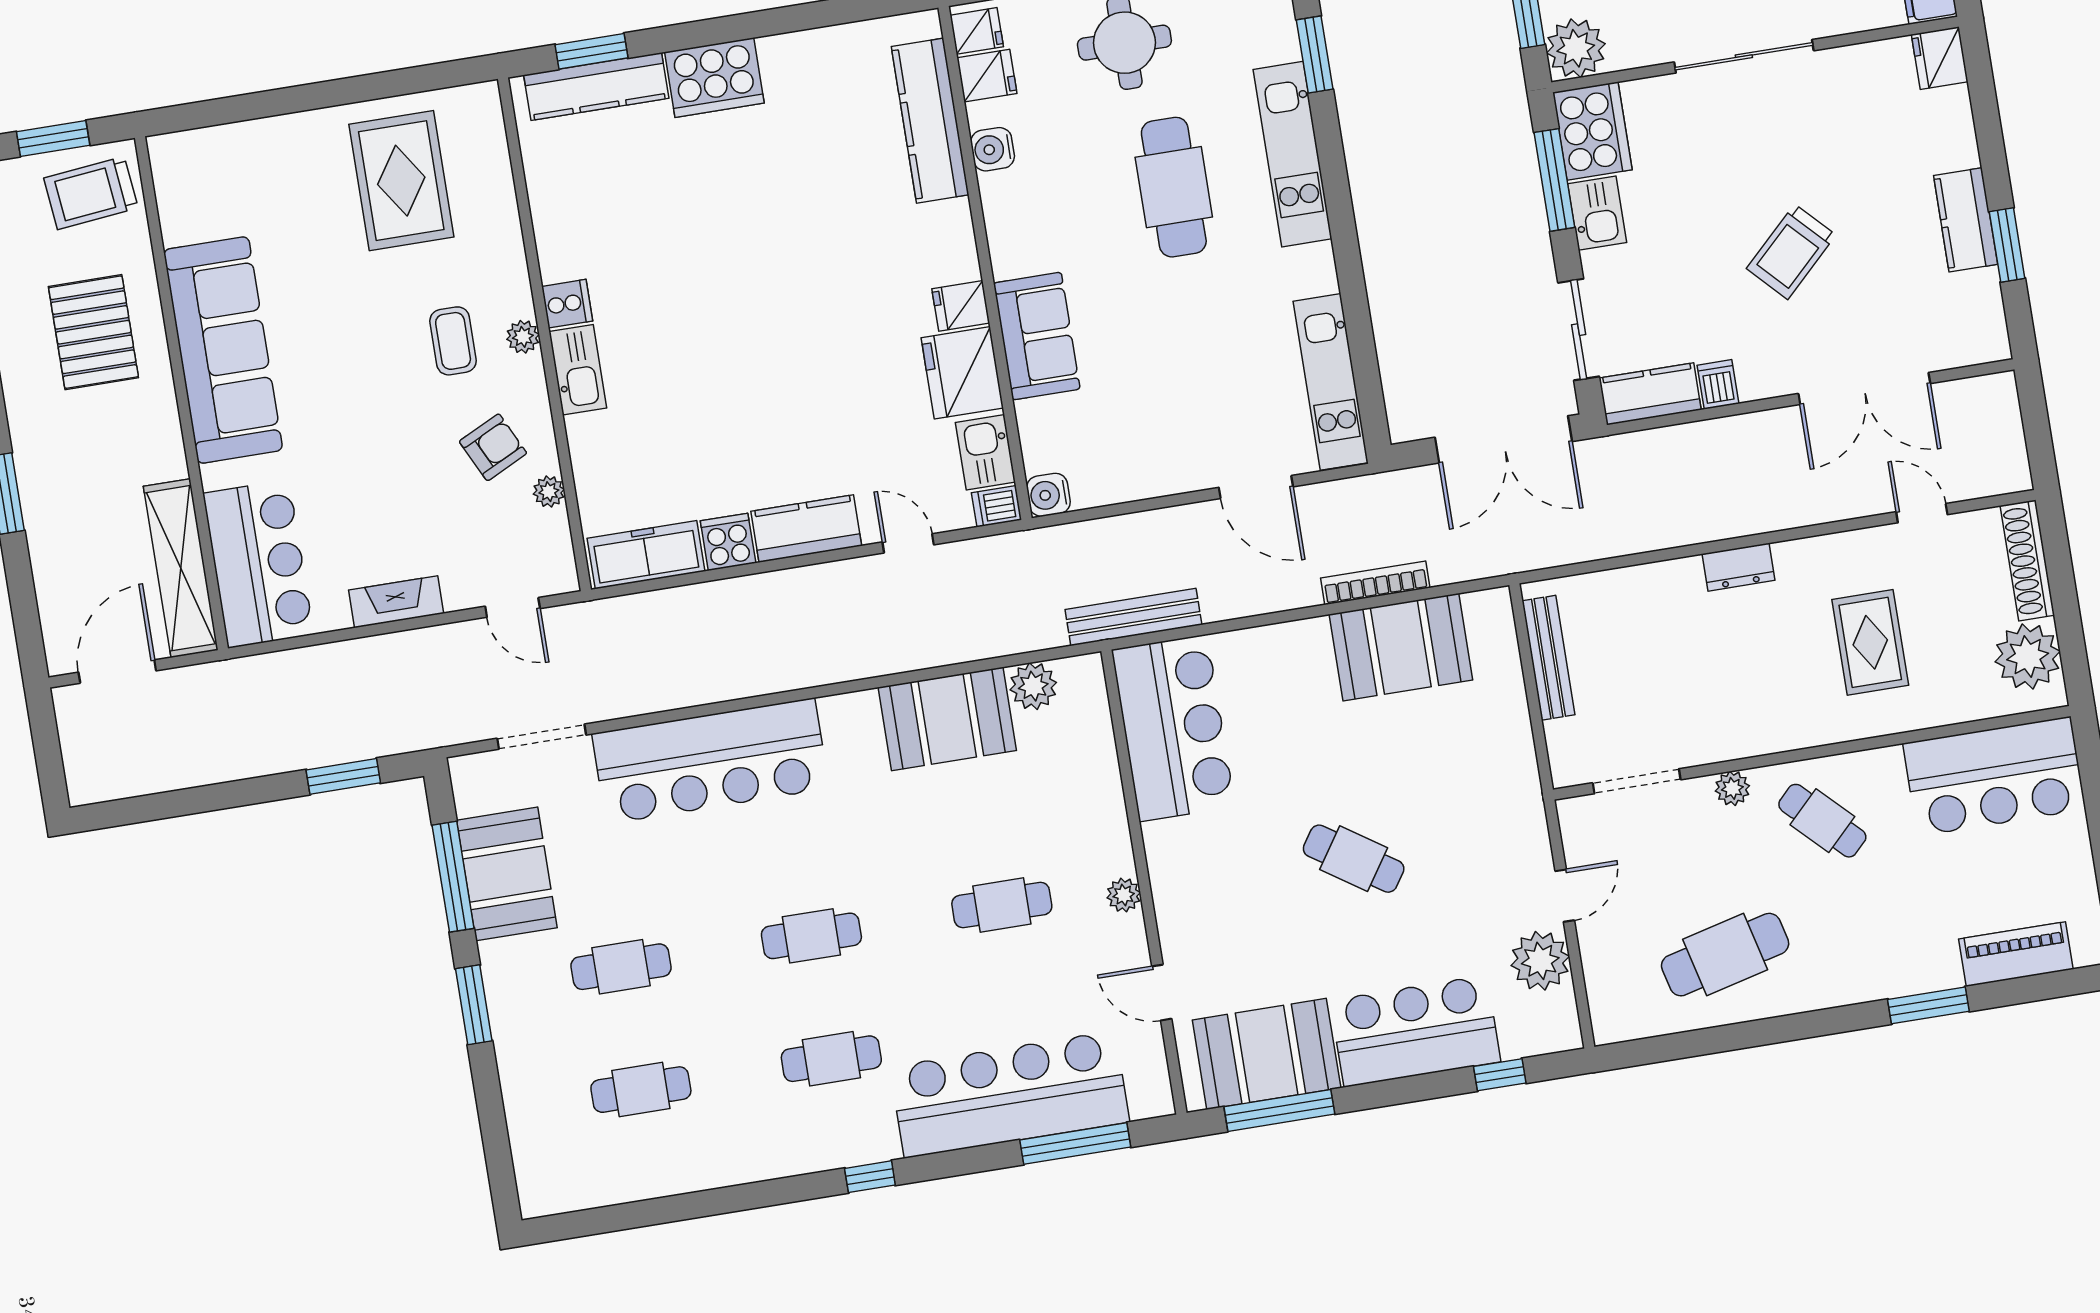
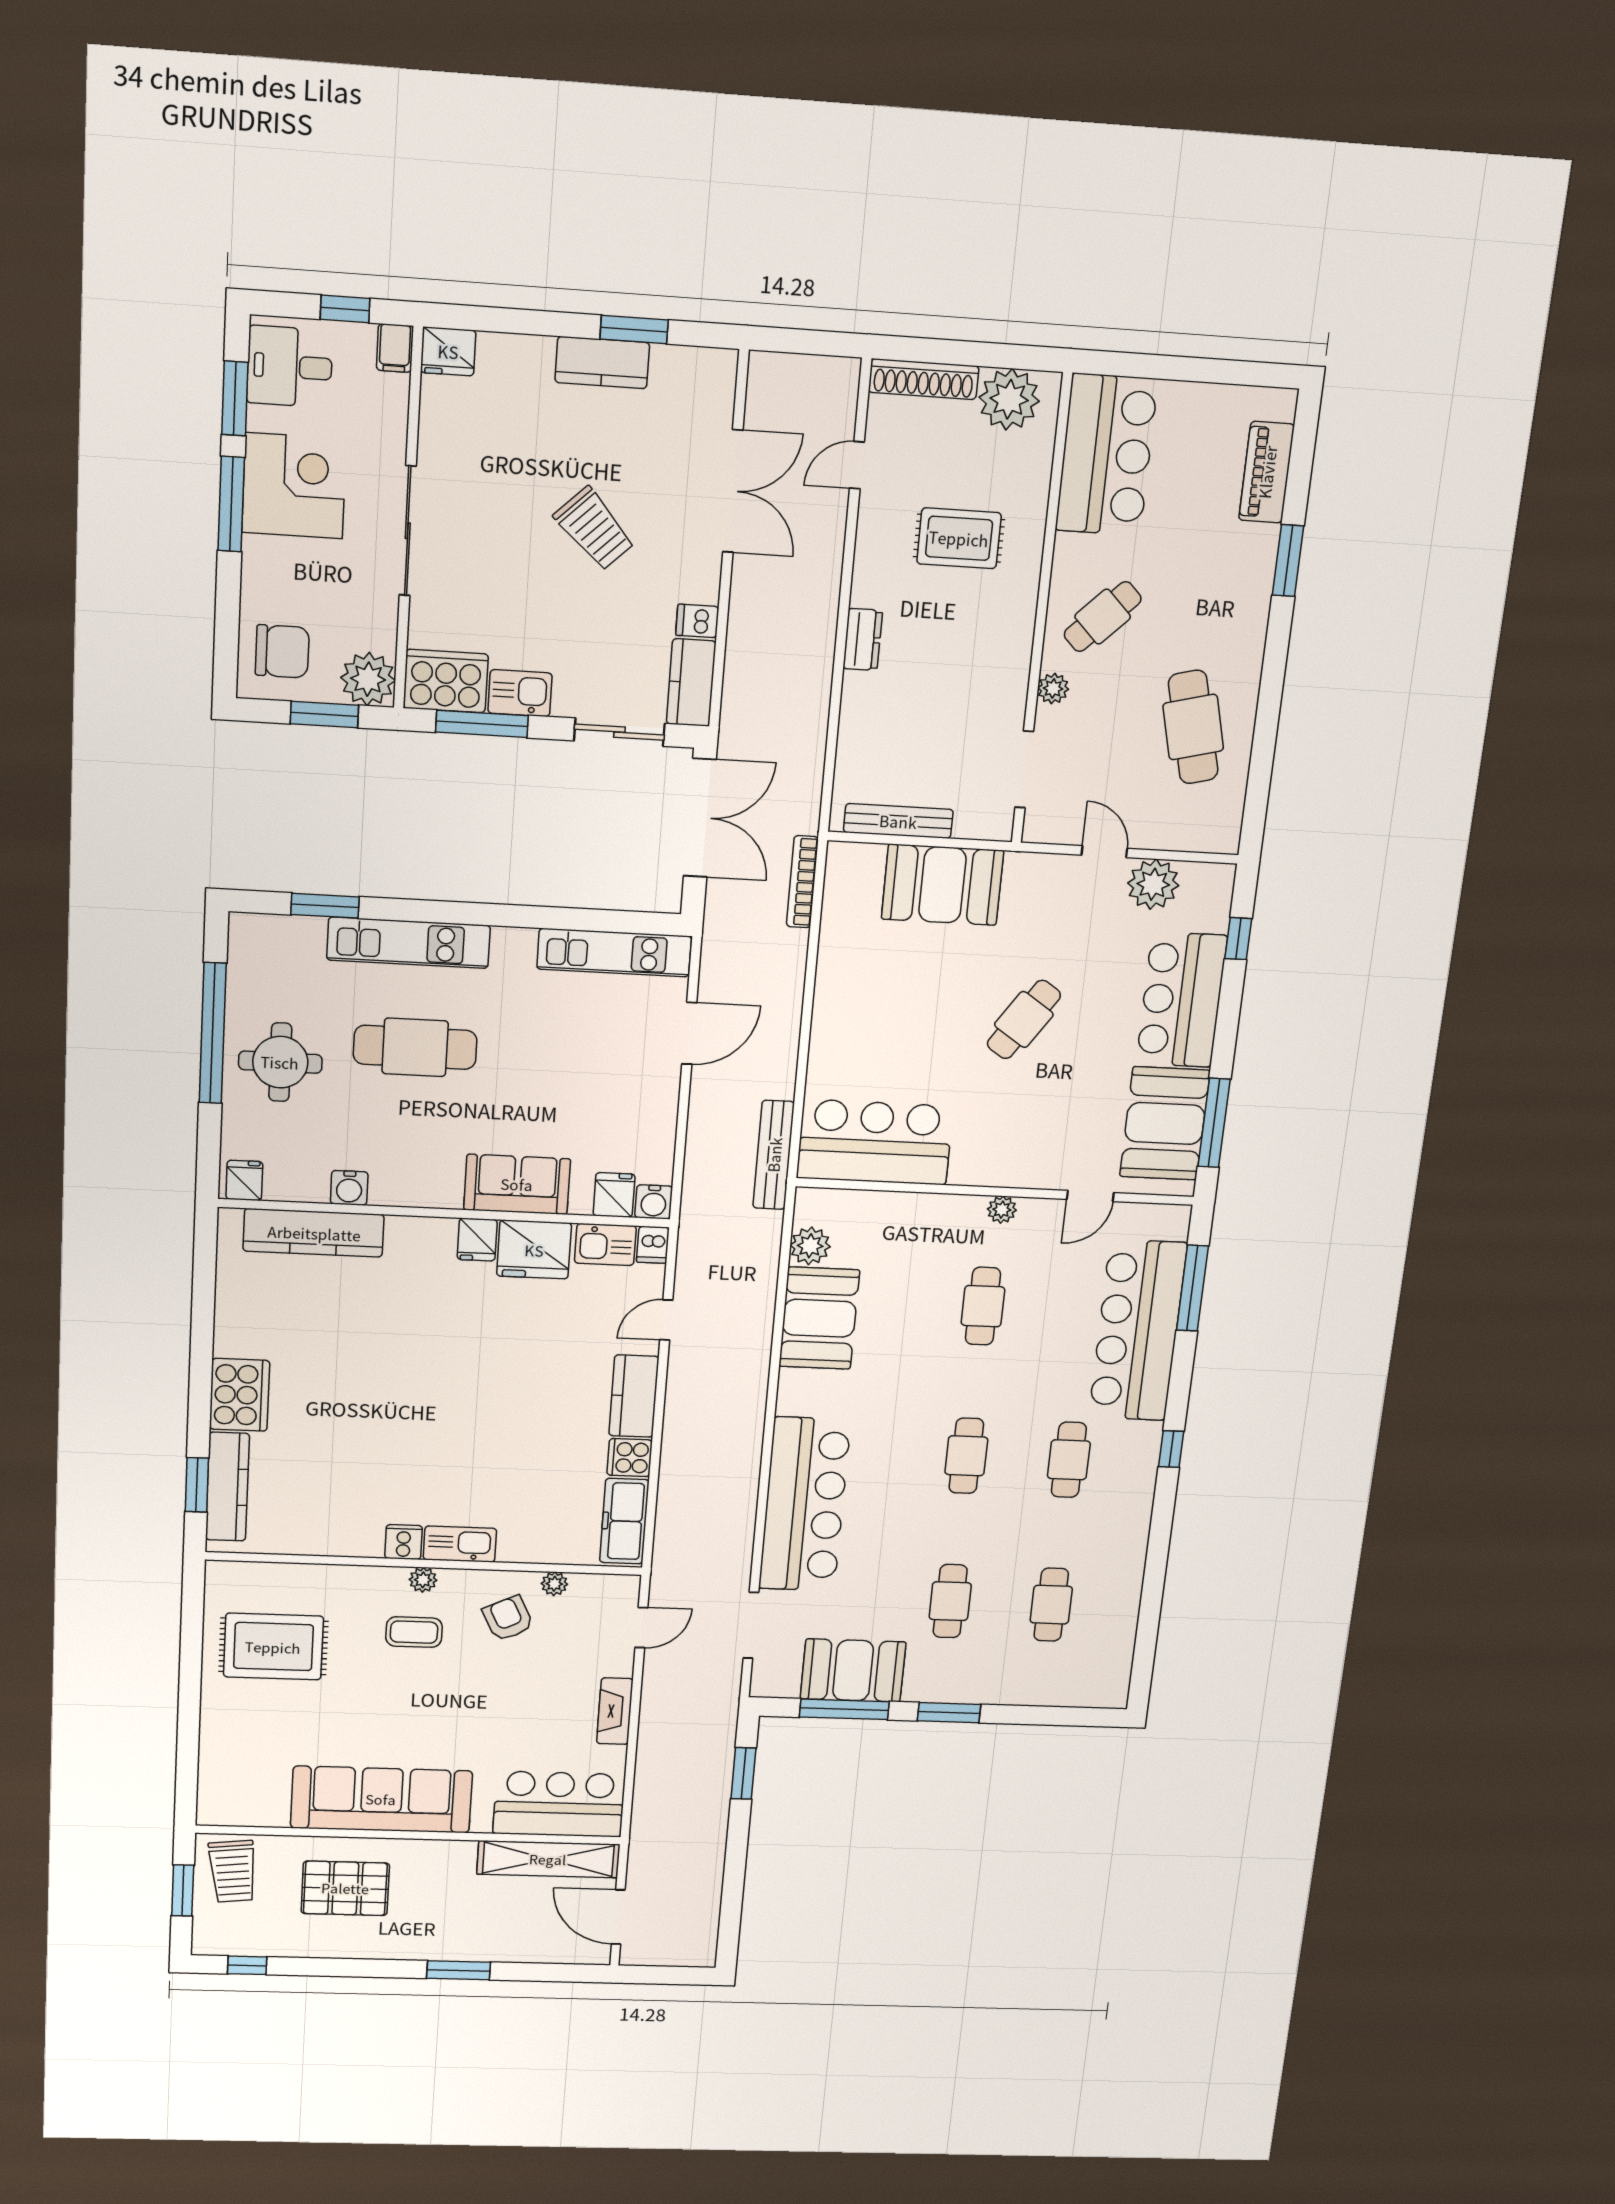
fridge: (987, 76) -> (614, 1195), moved
bookcase: (1375, 583) -> (802, 882), moved
booth: (1401, 647) -> (942, 885), moved, turned 90

